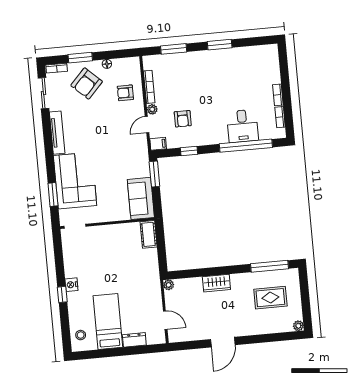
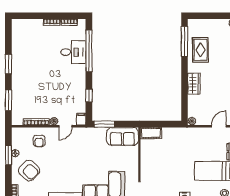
window: (80, 58) -> (8, 155), moved
armchair: (183, 119) -> (63, 98), removed
door: (147, 125) -> (65, 126), hinge flipped
rug: (270, 298) -> (200, 50), moved

